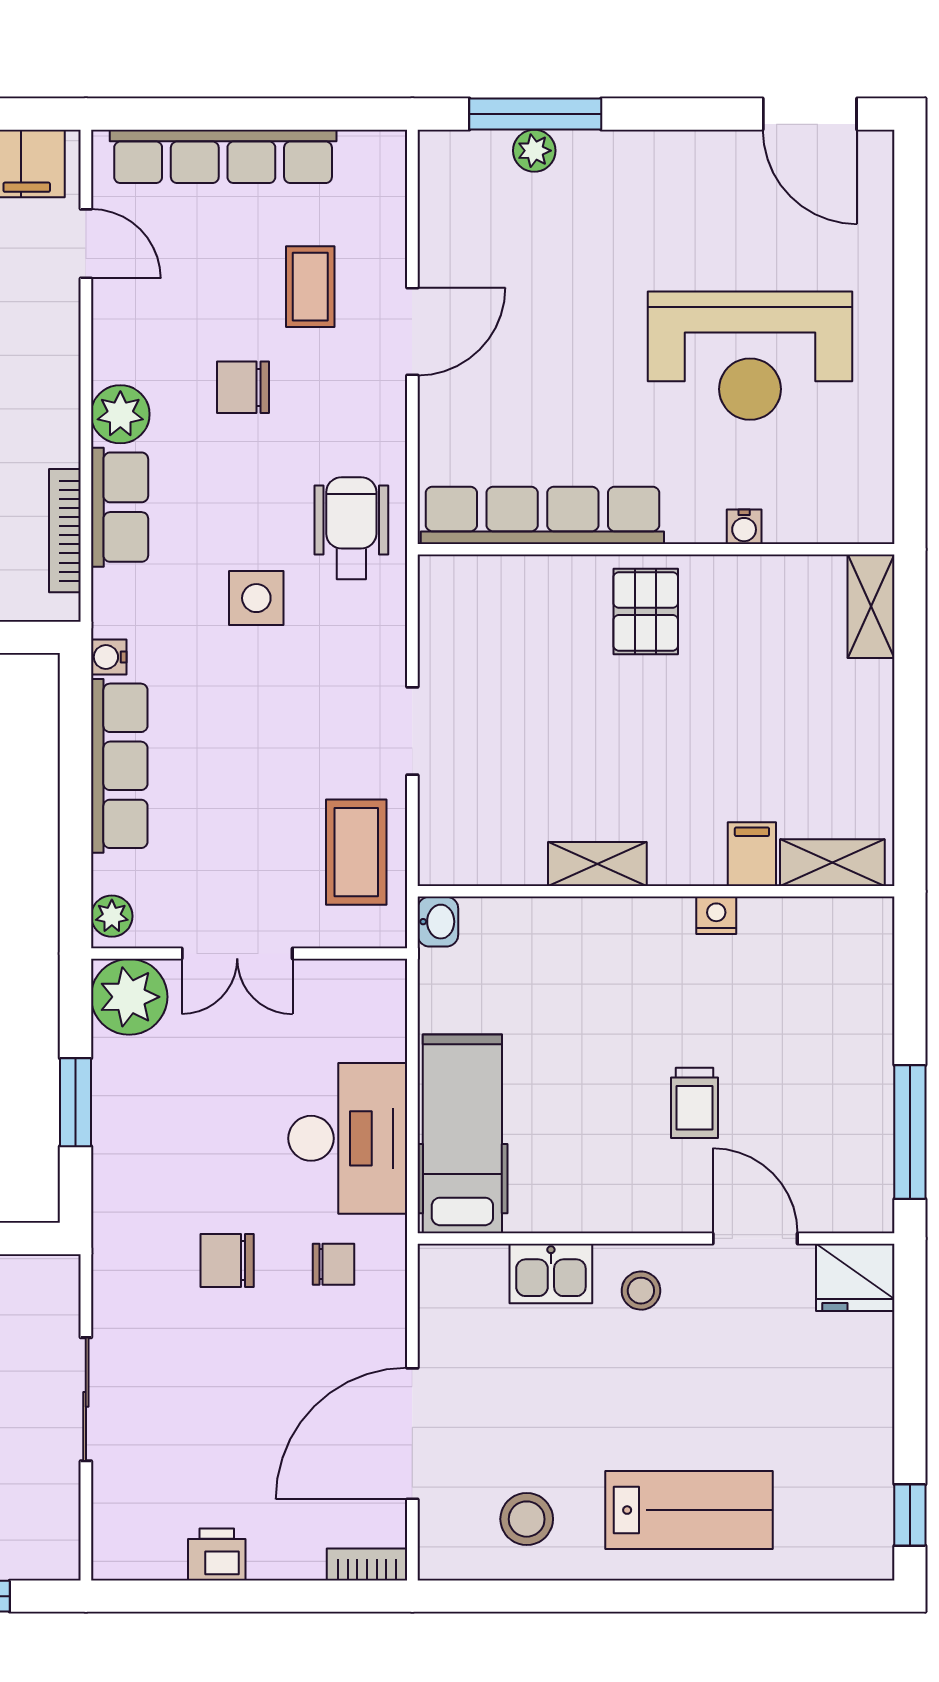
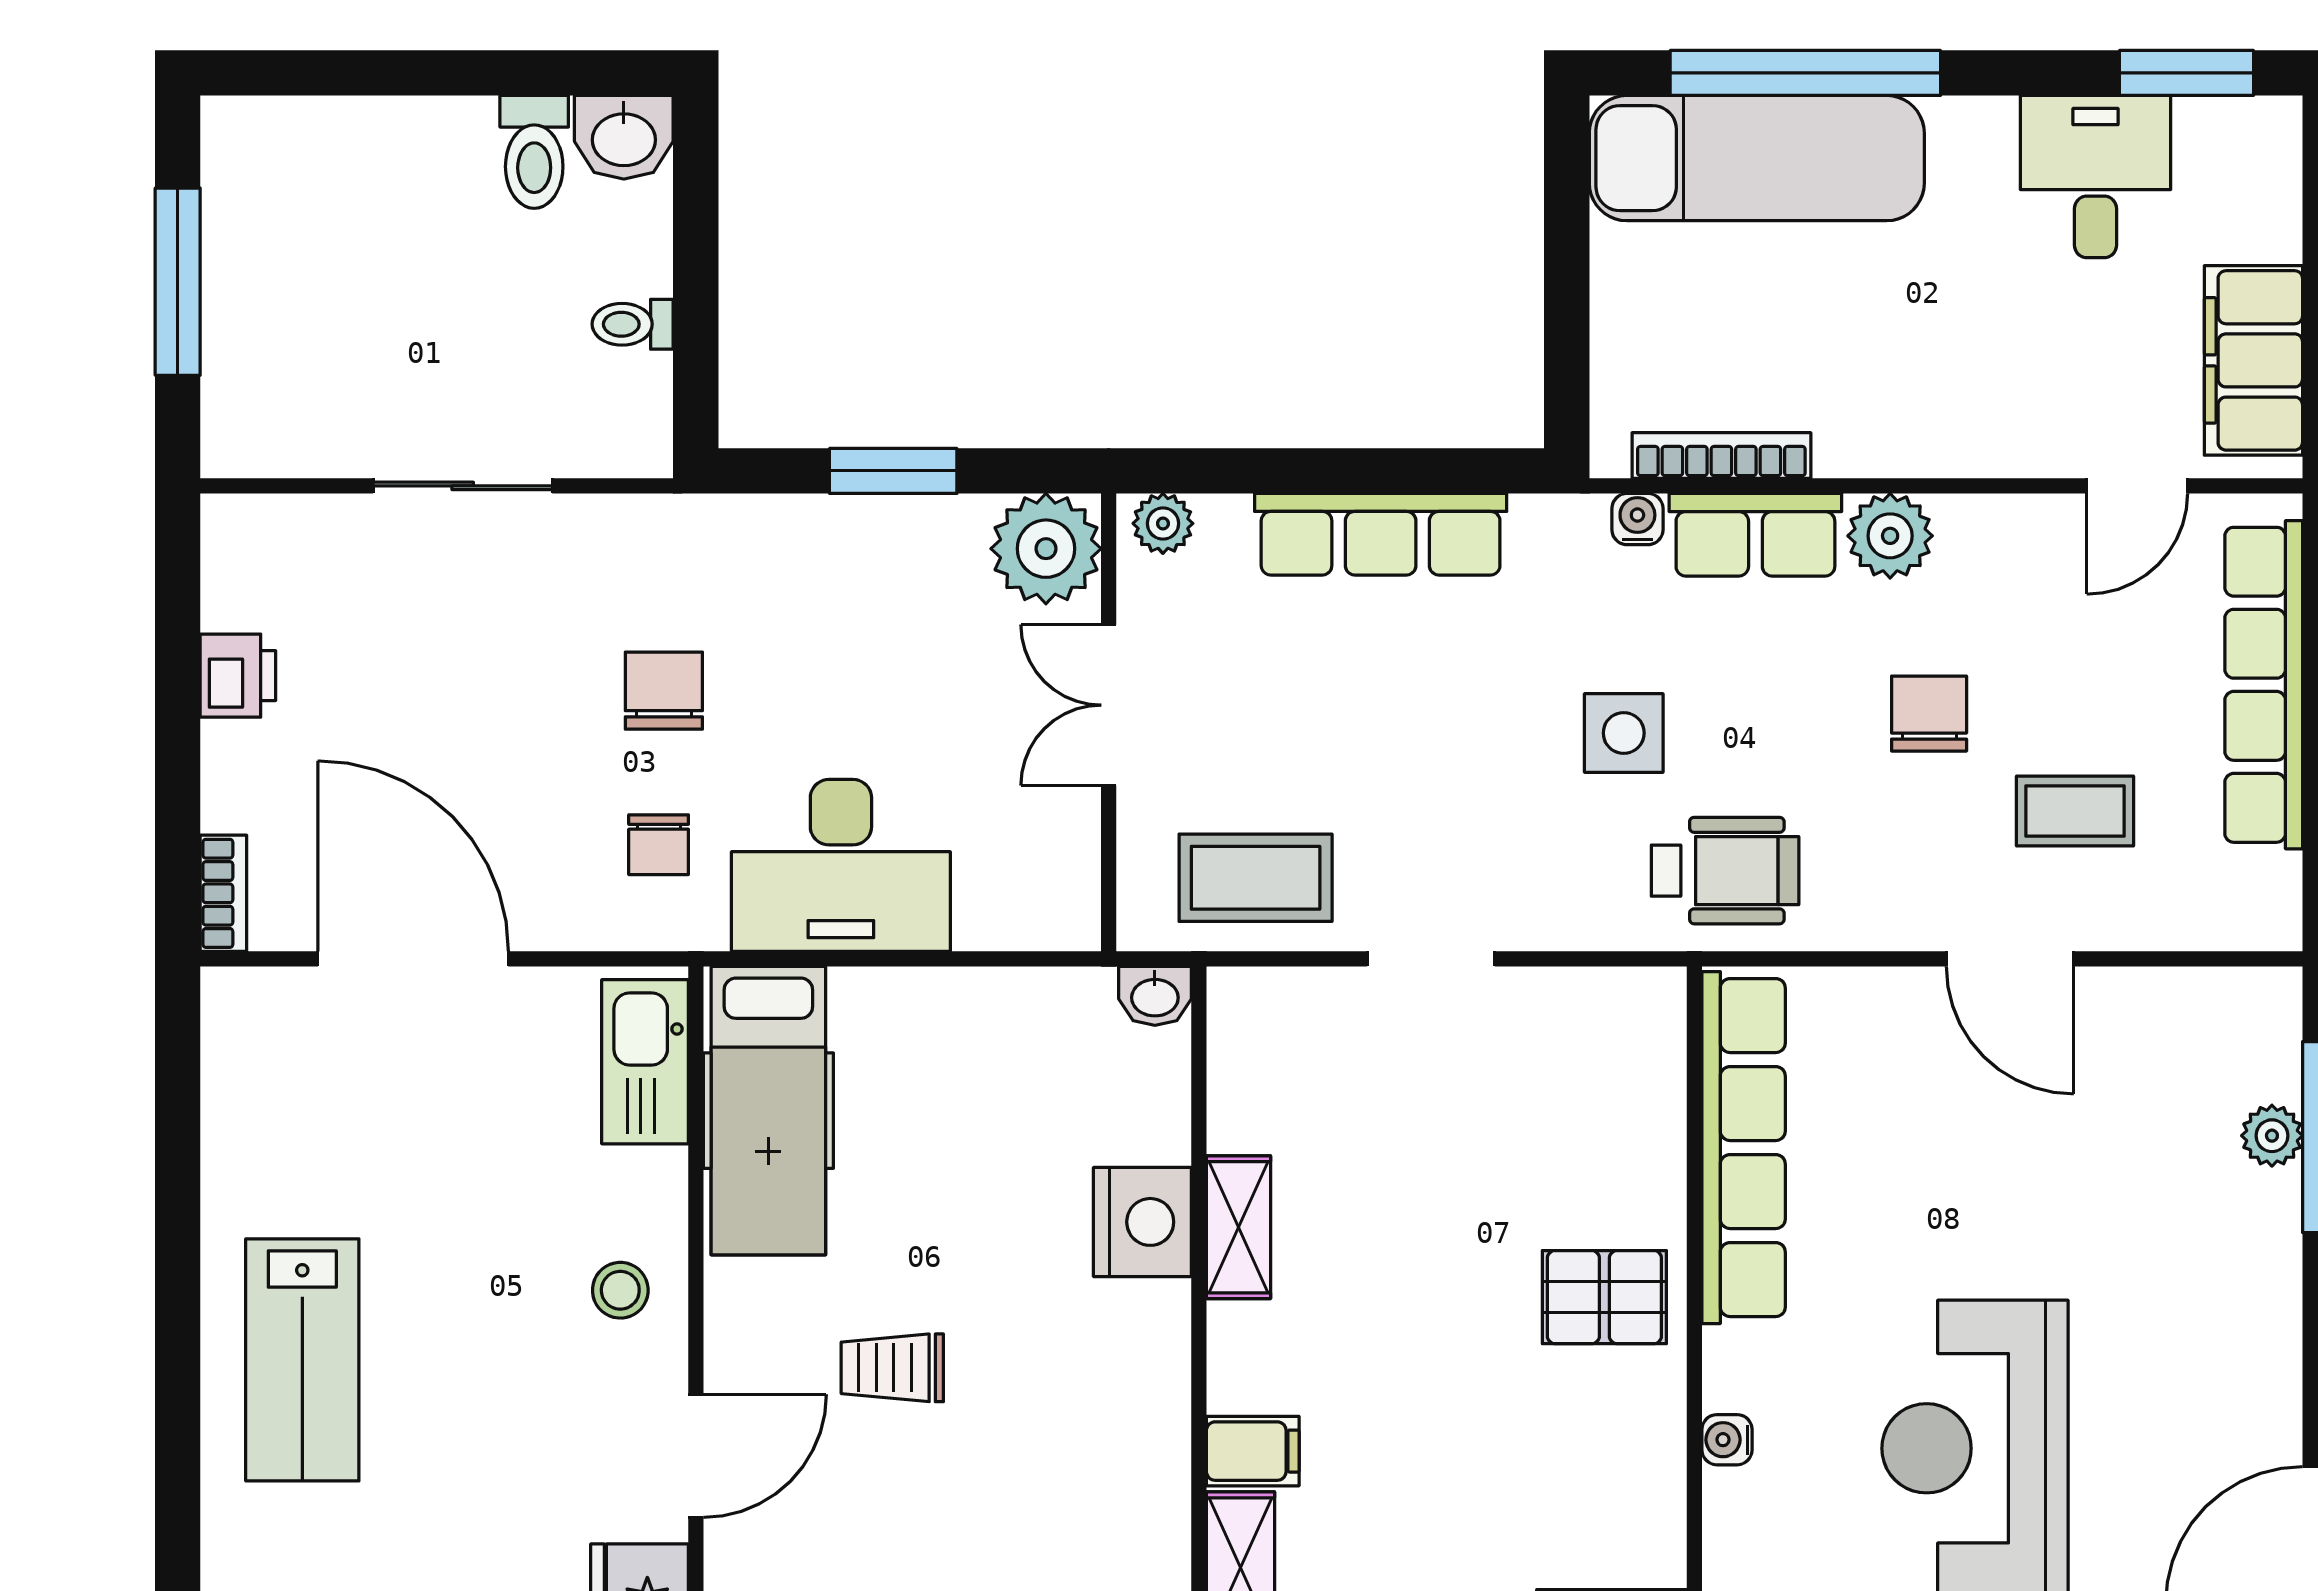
water cooler: (109, 657) -> (1637, 519), moved
nightstand: (716, 915) -> (1142, 1222), moved, width x1.89, depth x1.79
hospital bed: (462, 1134) -> (768, 1111), moved, turned 90
kitchen sink: (551, 1274) -> (645, 1062), moved, width x1.38
stool: (527, 1519) -> (289, 1125), removed

